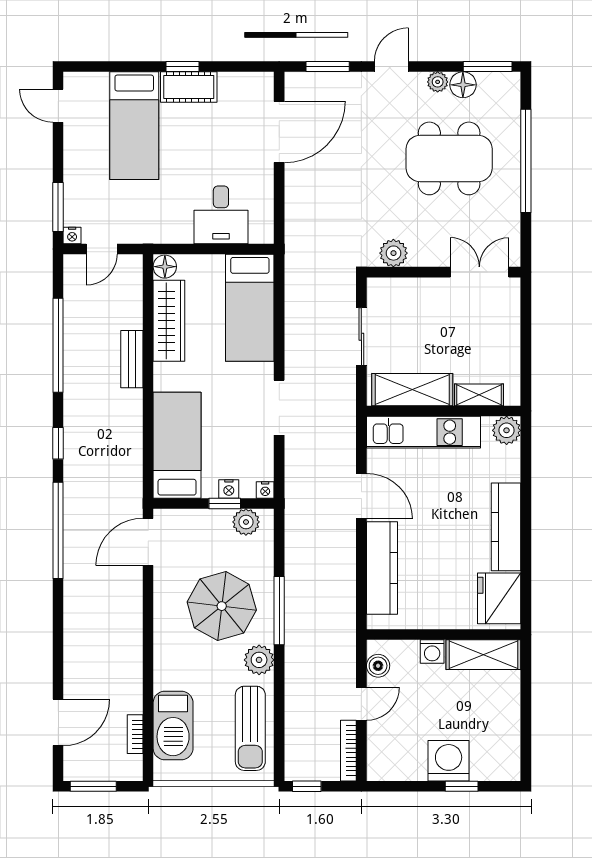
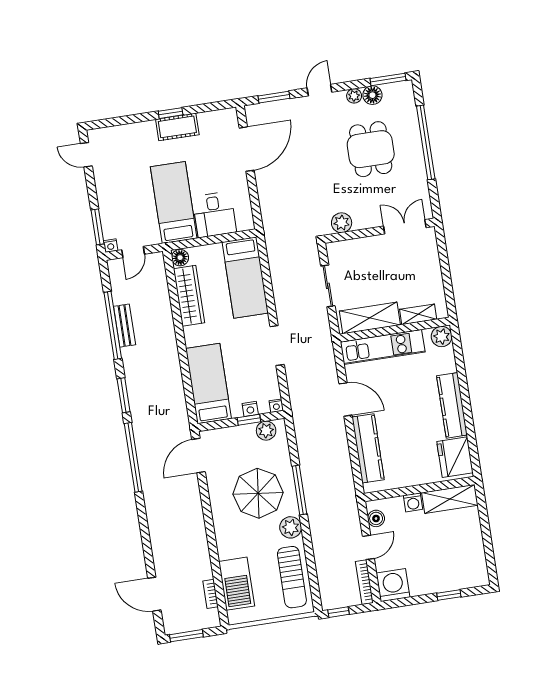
bed: (134, 126) -> (174, 203), moved, turned 180
dining table: (449, 158) -> (371, 149), width x0.73
bench: (132, 359) -> (125, 326), moved
window: (58, 443) -> (124, 395), width x1.50
door: (58, 722) -> (154, 594), swing flipped
washing machine: (449, 761) -> (393, 585), moved

